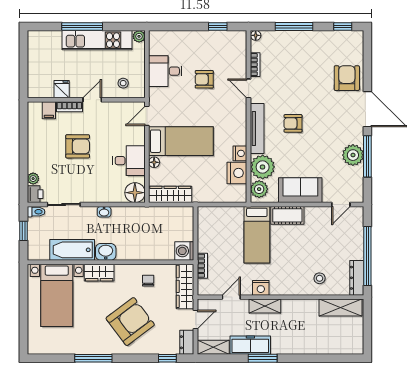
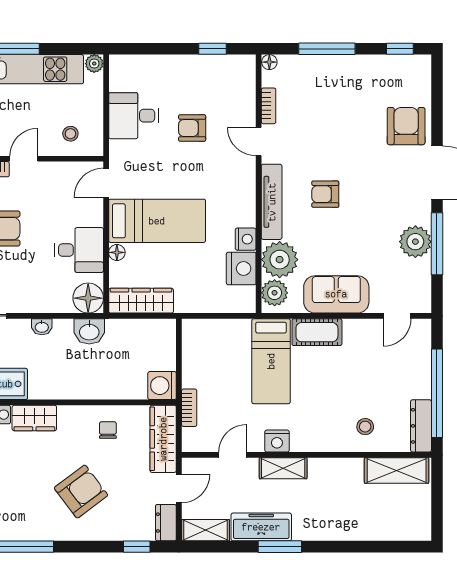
washbasin: (106, 252) -> (89, 331), moved, turned 180
armchair: (130, 322) -> (81, 492), width x0.73, depth x0.73

